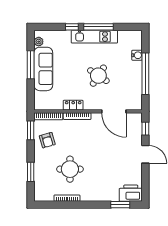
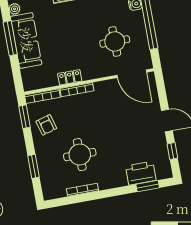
round table: (98, 76) -> (115, 41), moved, turned -33
door: (114, 111) -> (132, 74), moved
window: (145, 129) -> (172, 151), moved
printer: (131, 193) -> (141, 173), moved

